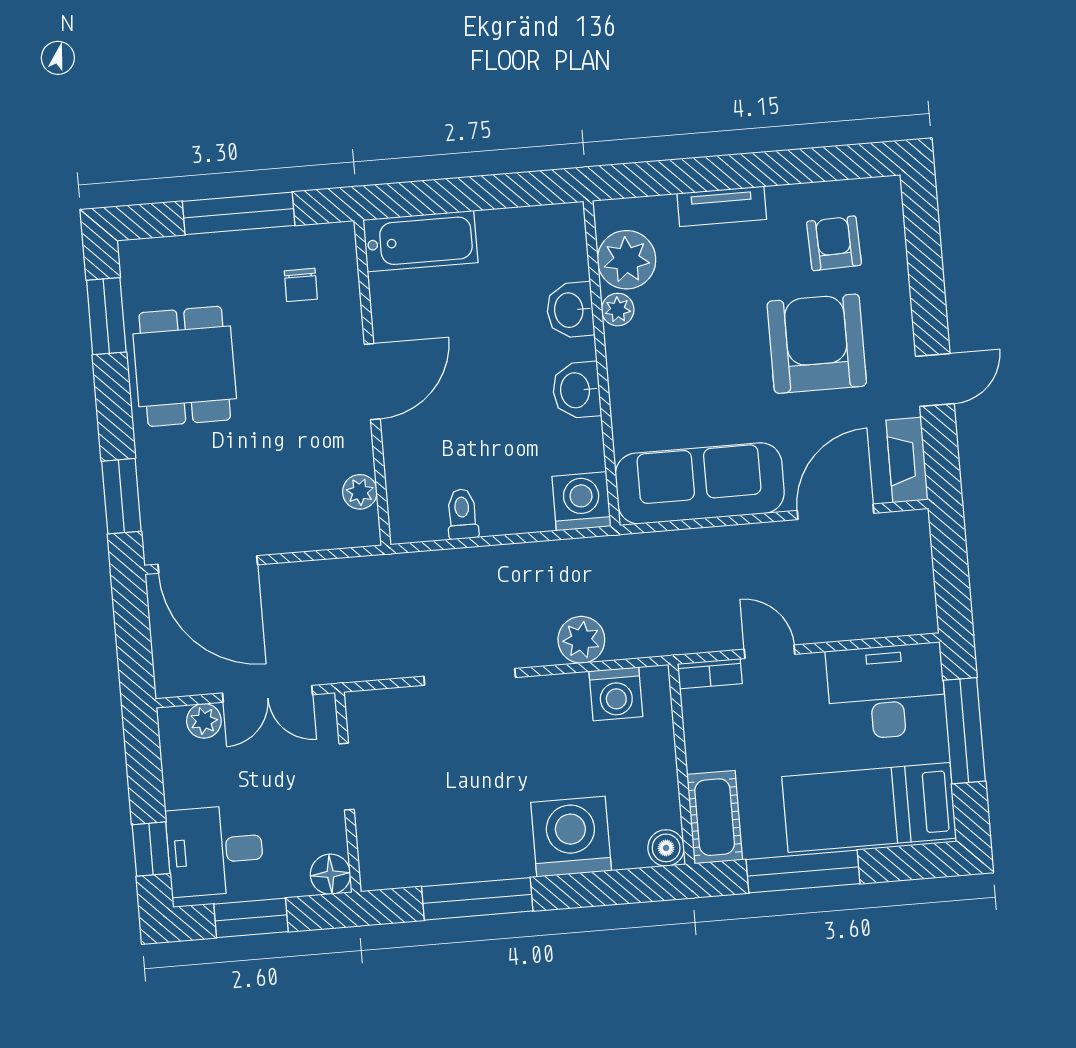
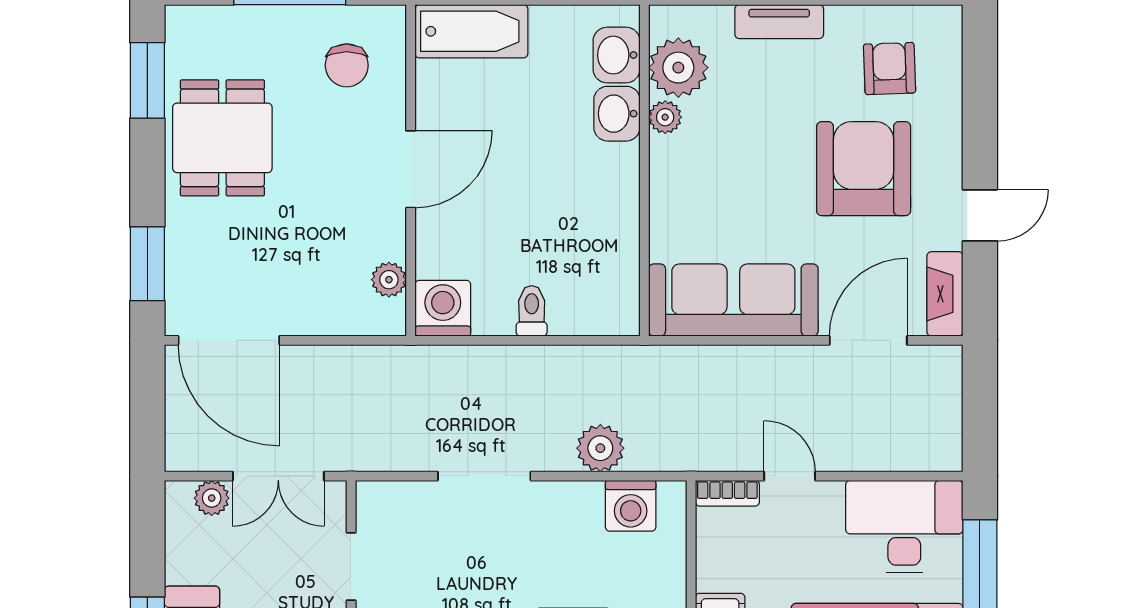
chair: (301, 285) -> (347, 65), width x1.37, depth x1.37
washbasin: (576, 390) -> (617, 55), moved
washing machine: (582, 501) -> (443, 308), moved
toilet: (462, 514) -> (532, 311), moved

